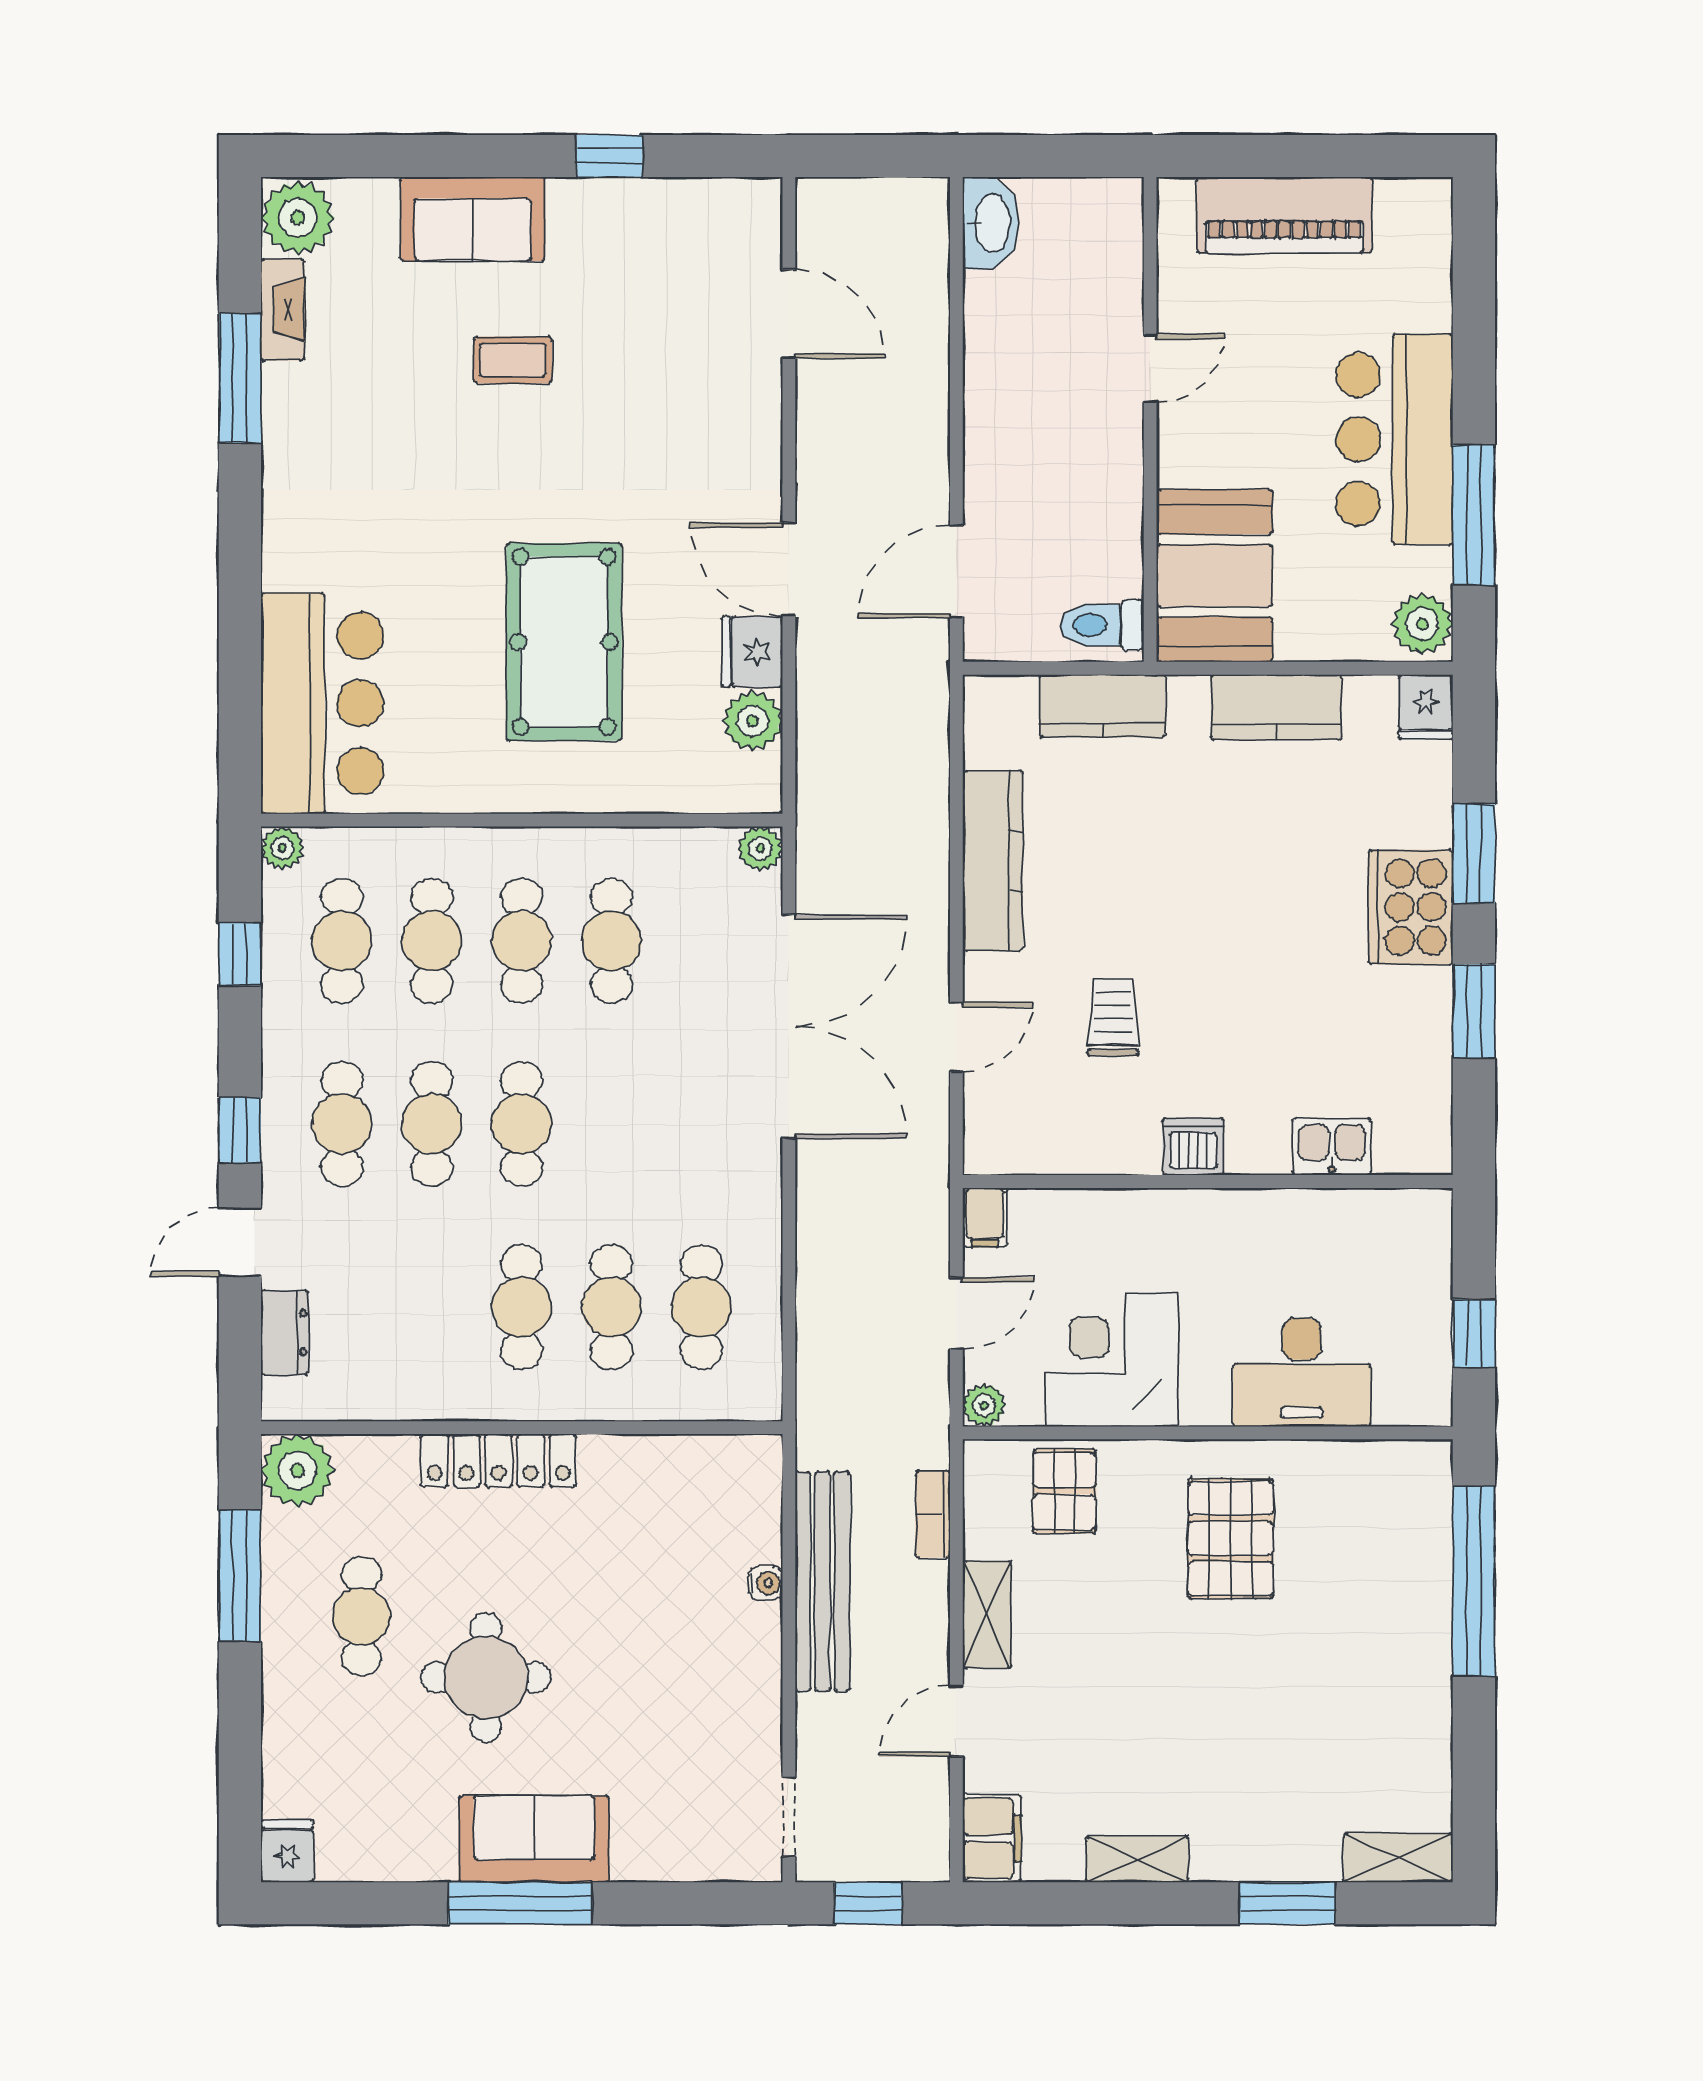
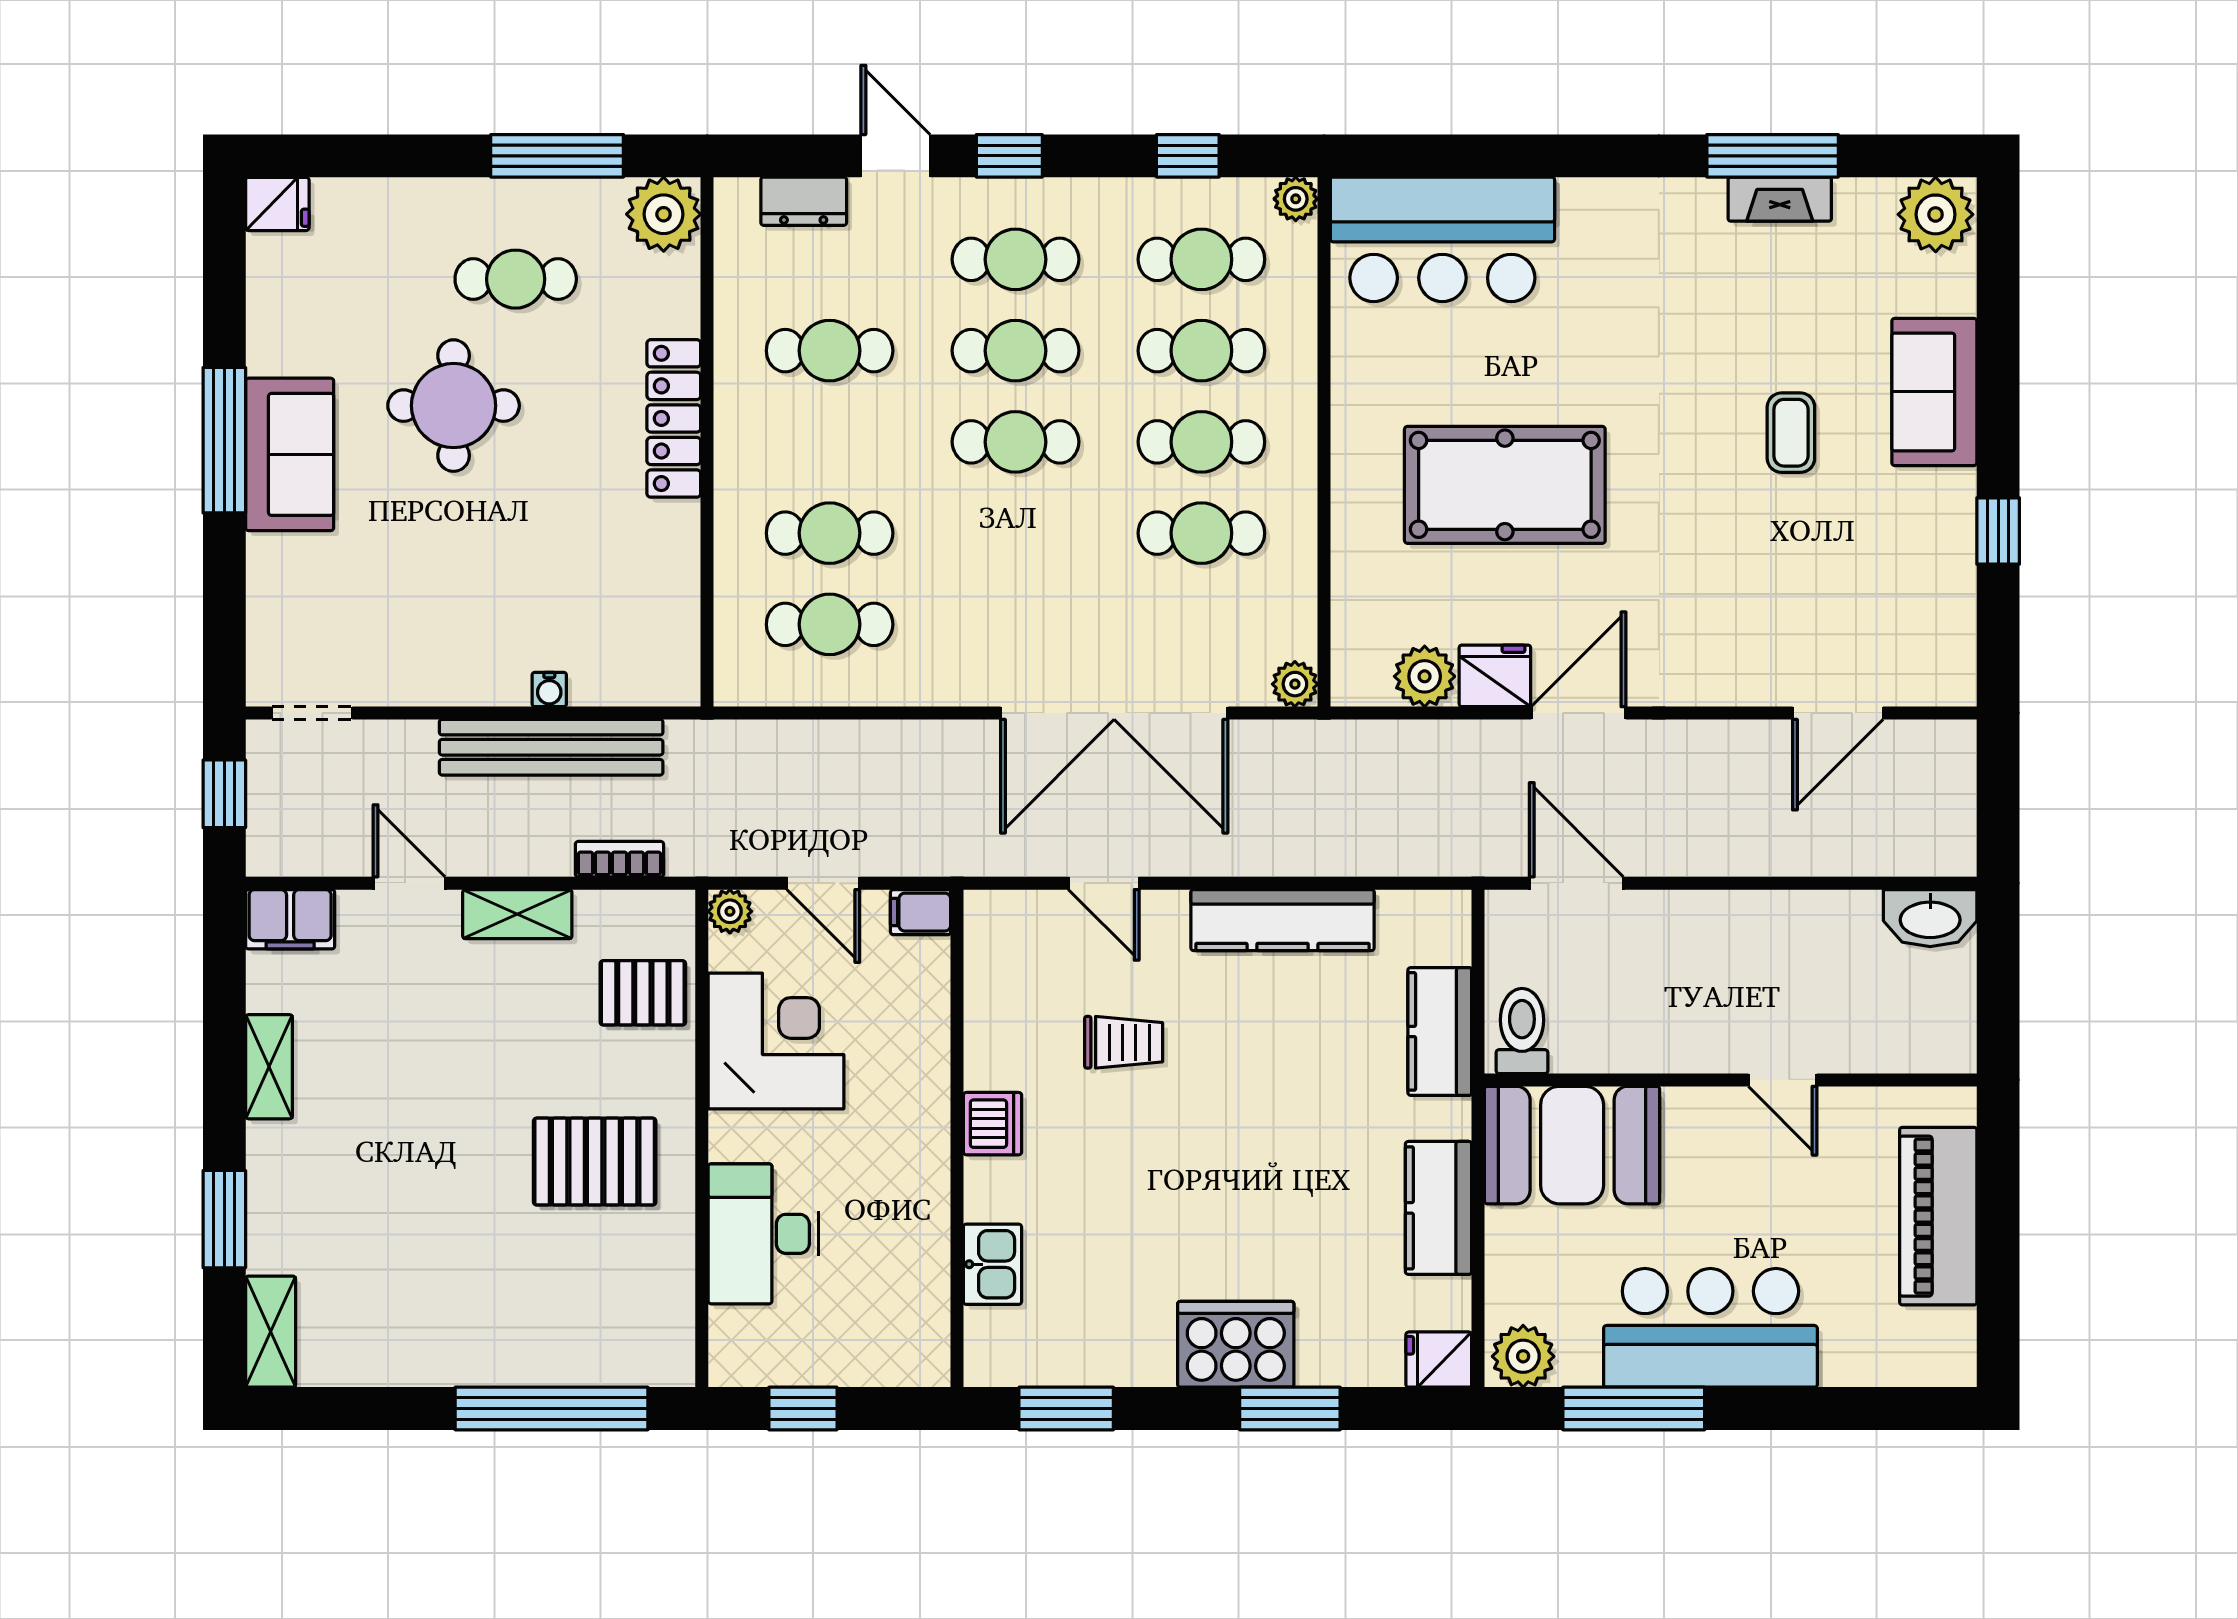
fireplace: (283, 310) -> (1780, 199), moved
window: (1474, 1011) -> (1066, 1409), moved
cafe table: (522, 1307) -> (830, 351), moved

